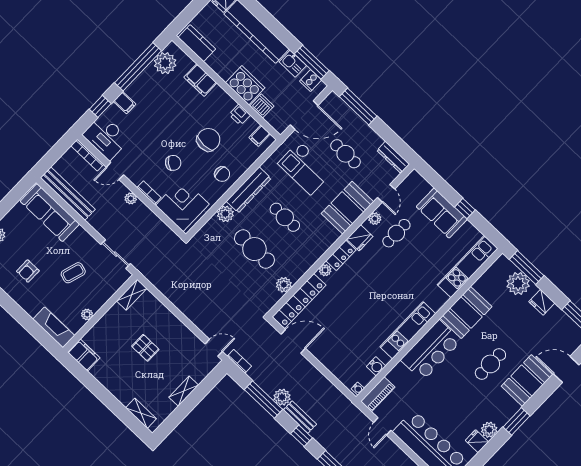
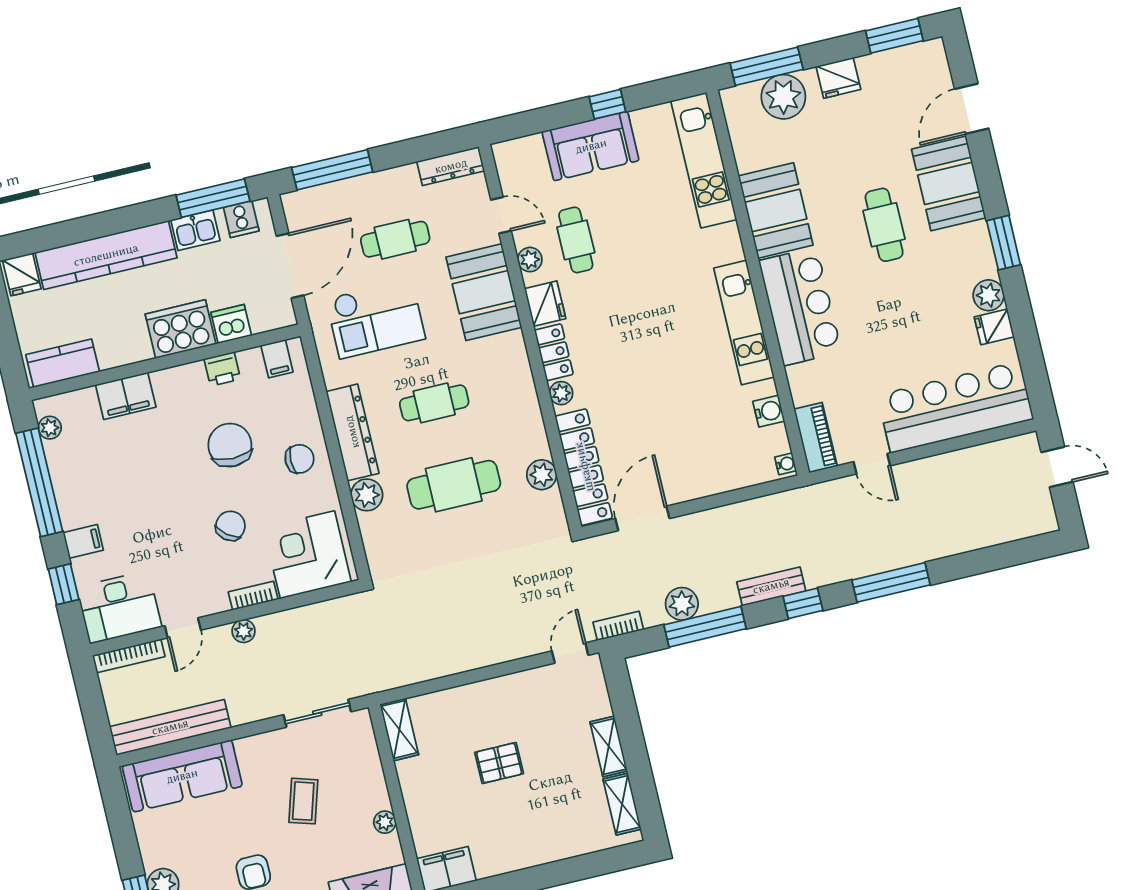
plant: (165, 63) -> (50, 428), width x0.53, depth x0.53
plant: (282, 397) -> (682, 604), moved
shelving: (141, 413) -> (622, 804), moved, turned 90

